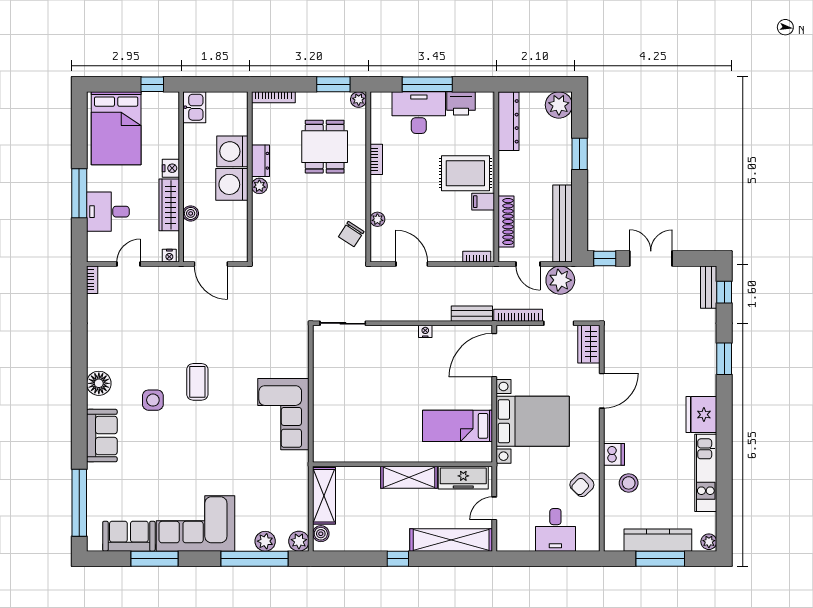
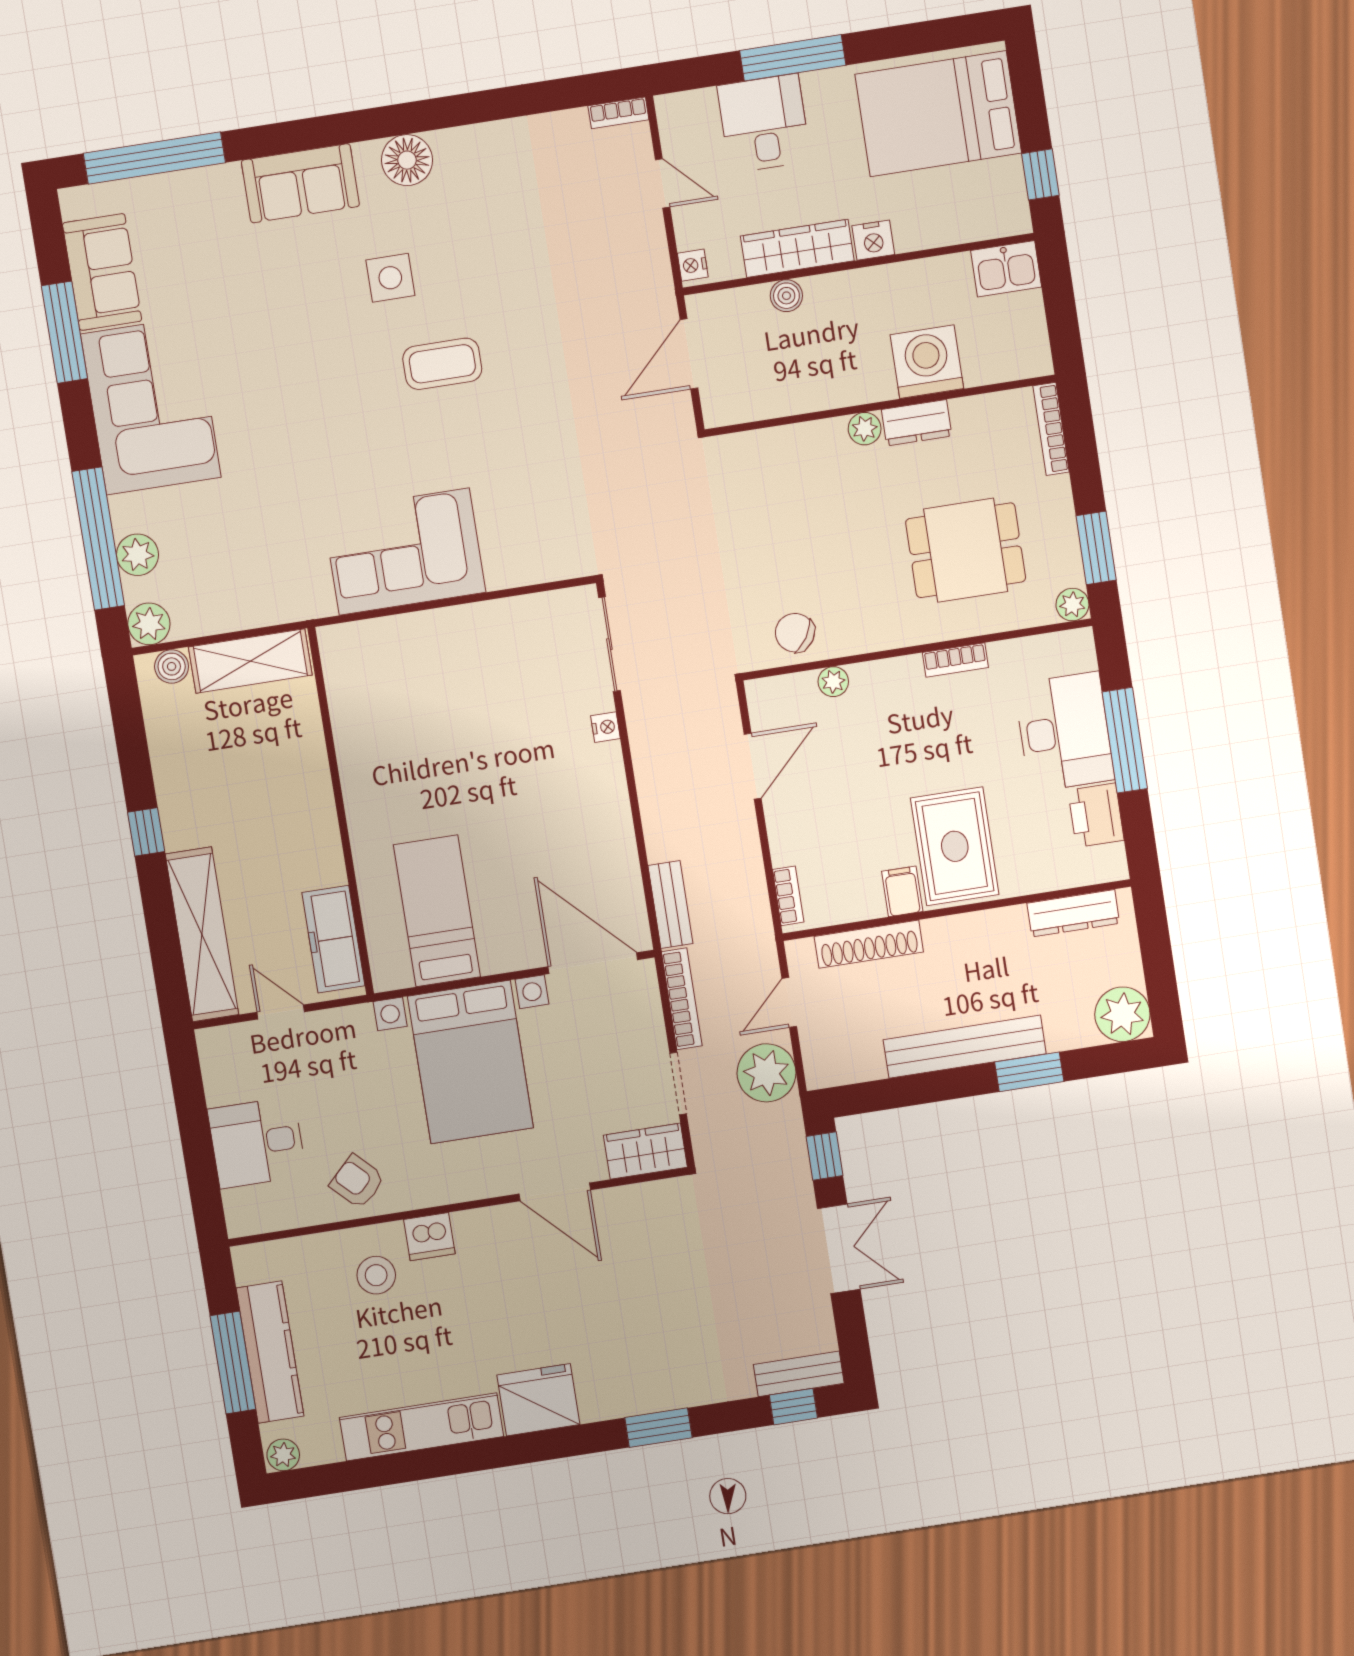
dresser: (509, 121) -> (1073, 913), width x0.73, depth x0.80
washing machine: (232, 184) -> (859, 371), removed
bench: (563, 224) -> (965, 1047), moved
nightstand: (425, 331) -> (606, 727), moved
shelving: (409, 477) -> (316, 829), removed

